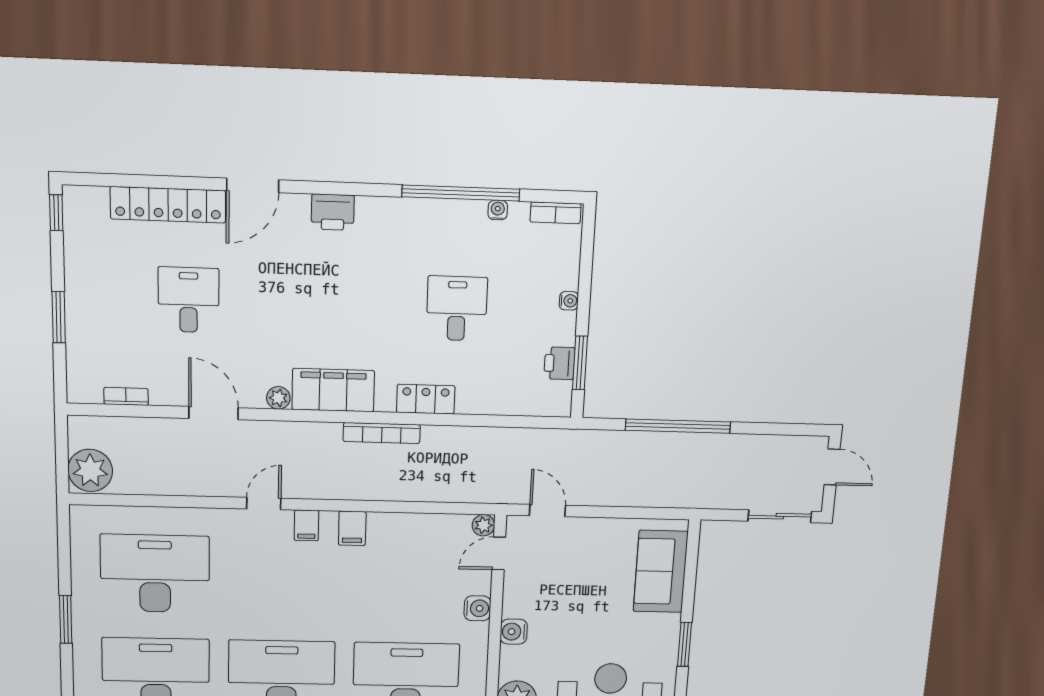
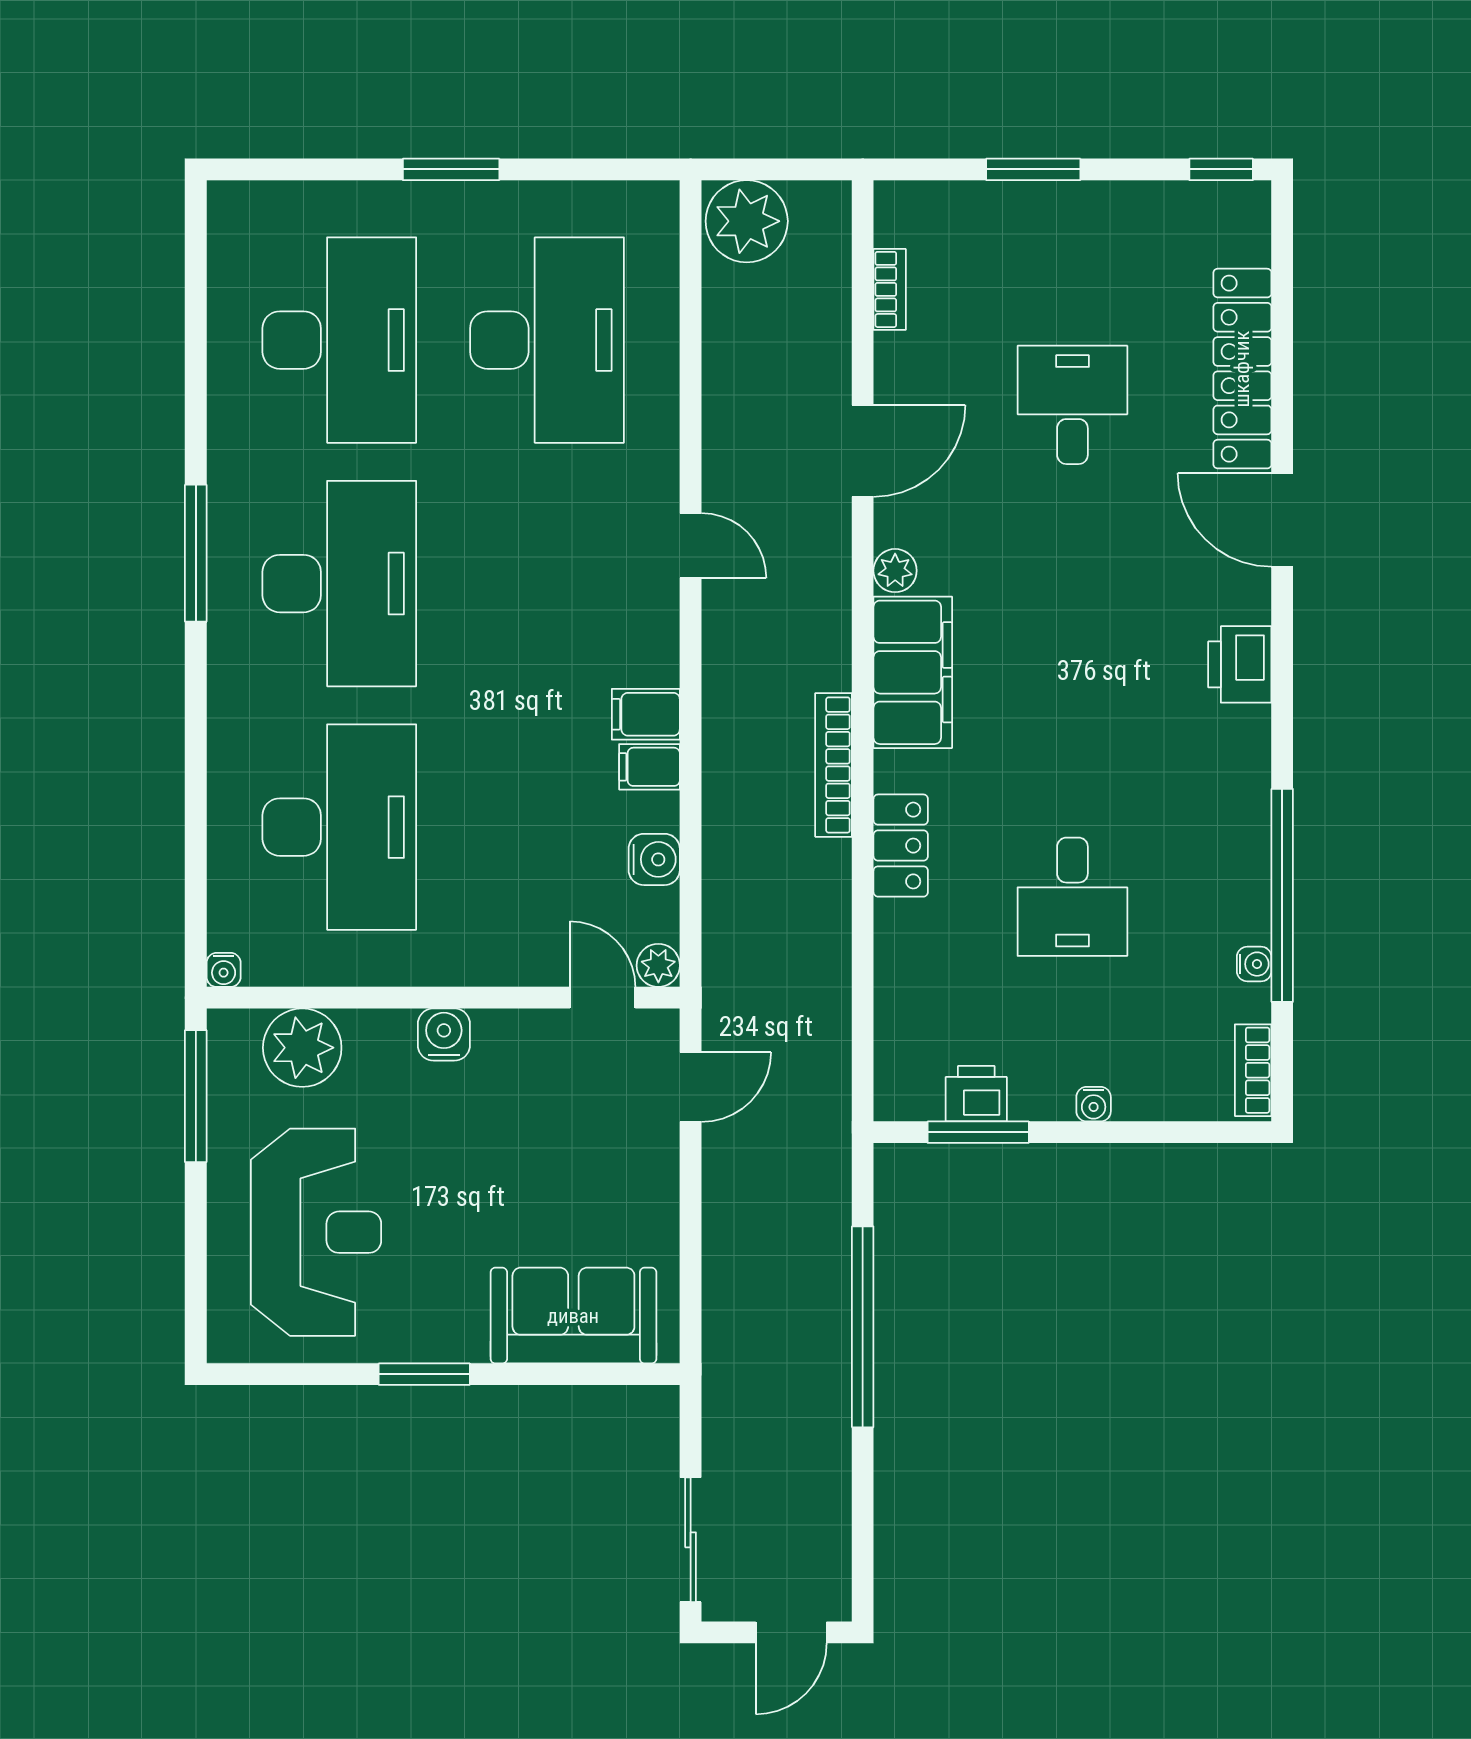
desk: (189, 300) -> (1072, 405), turned -90
desk: (457, 309) -> (1072, 897), turned 90
filing cabinet: (306, 525) -> (649, 767), moved
water cooler: (477, 608) -> (654, 859), moved, turned -90

